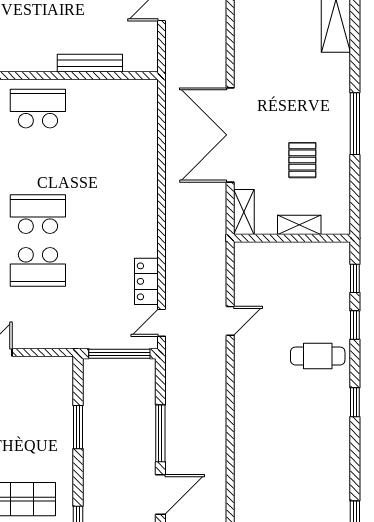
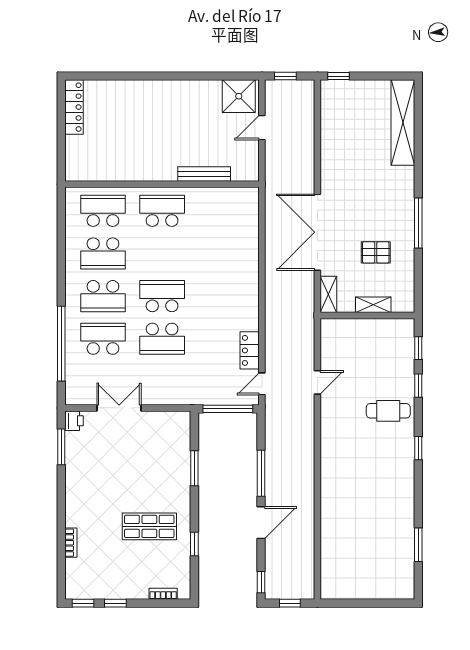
pallet: (302, 160) -> (376, 252), turned 90

